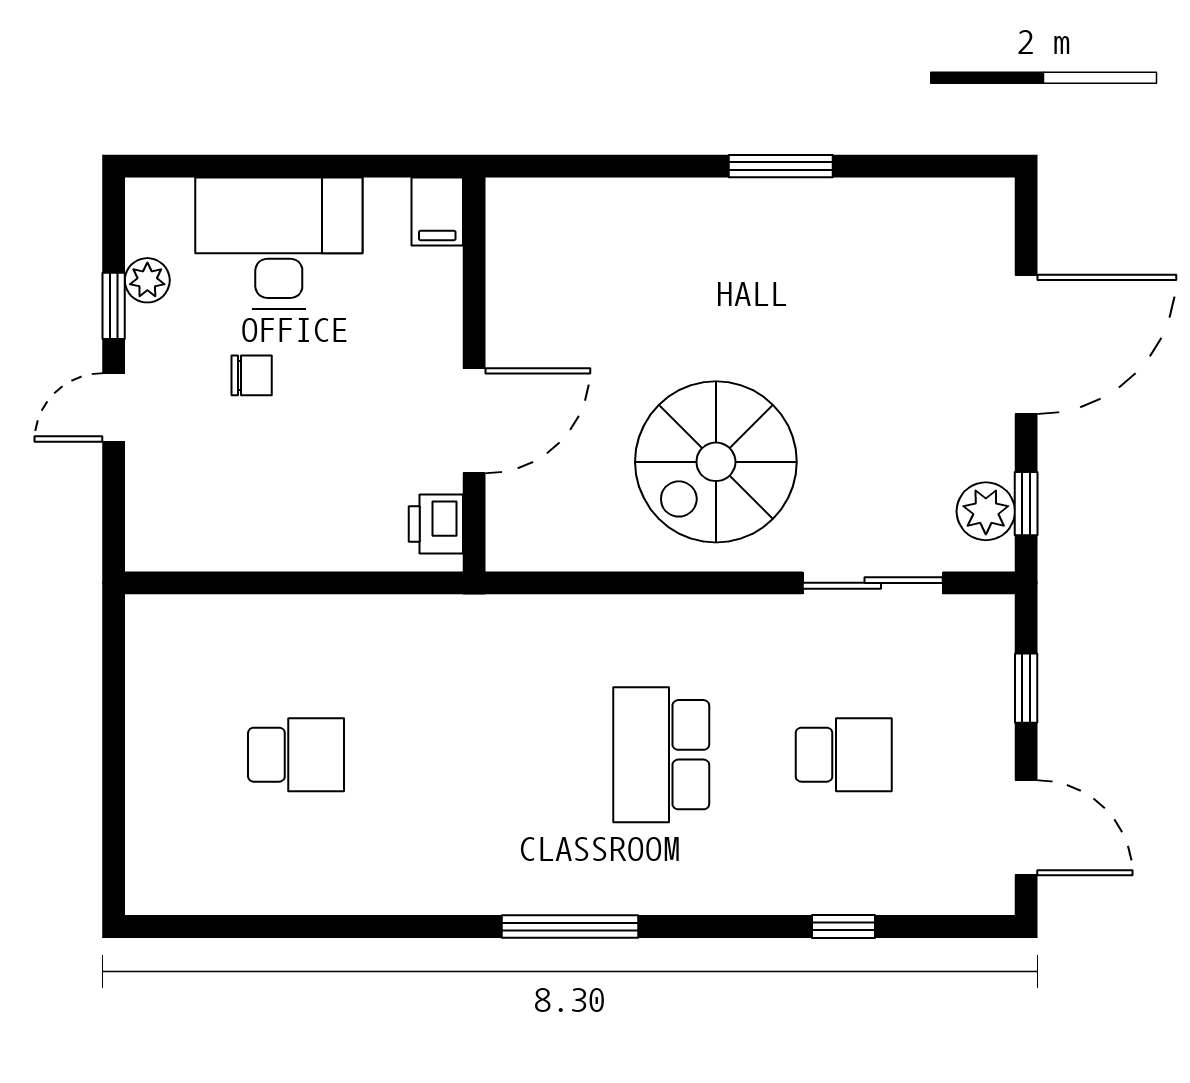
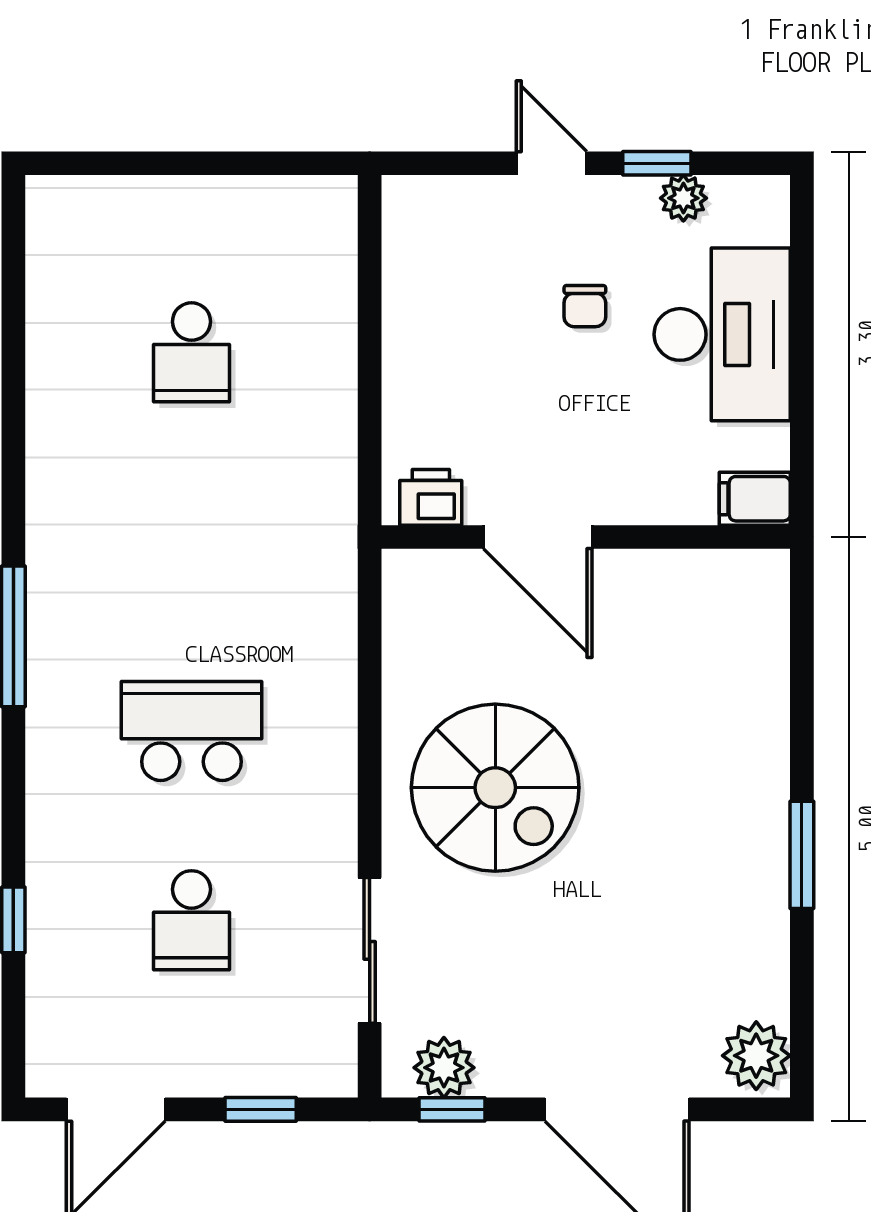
plant: (974, 210) -> (756, 1056), added
spiral stairs: (716, 462) -> (495, 788), turned 180

